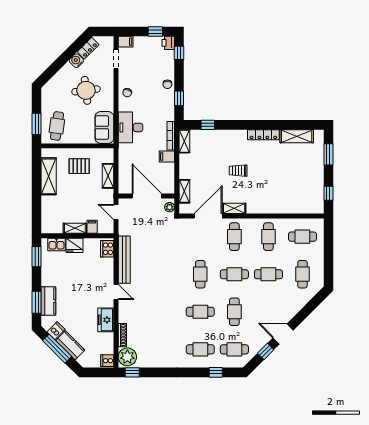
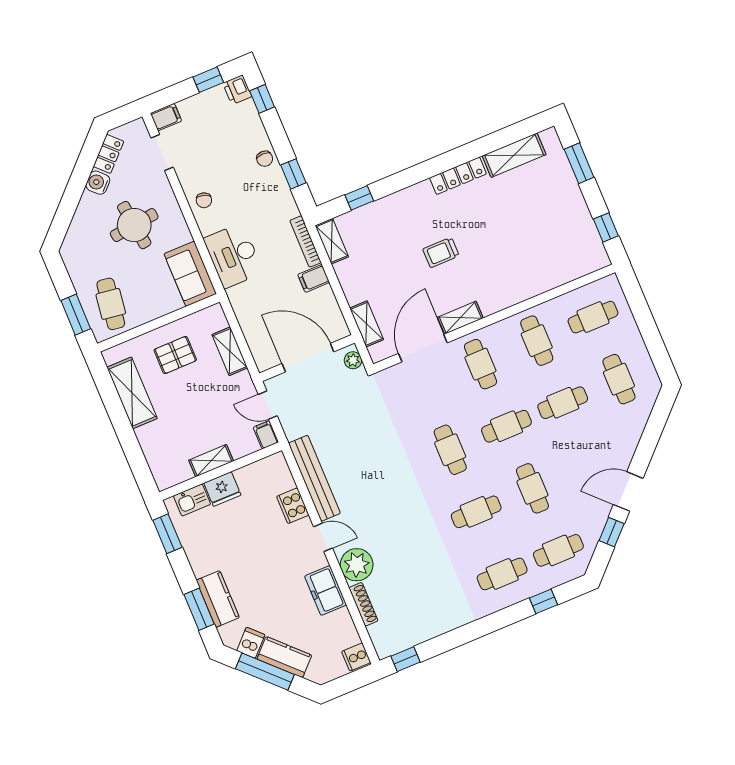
filing cabinet: (92, 227) -> (266, 435), moved
cooker: (107, 249) -> (293, 506), moved
plant: (127, 357) -> (357, 565), moved

